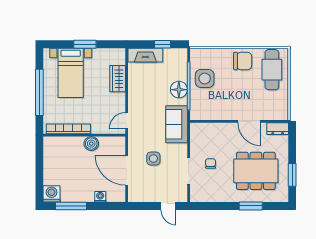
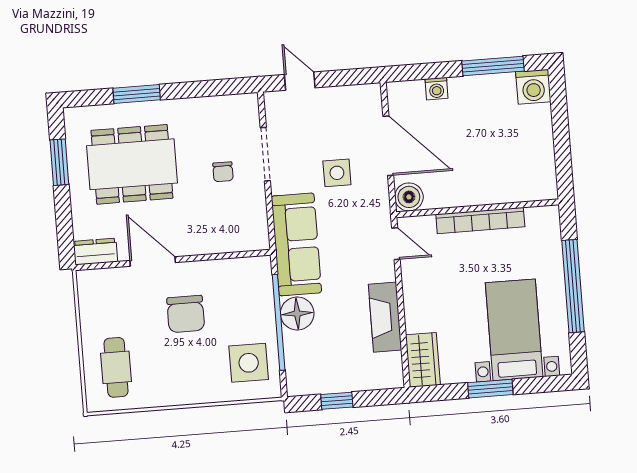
fireplace: (145, 55) -> (385, 317), moved, turned -90
chair: (243, 61) -> (186, 314), moved, turned -90
cafe table: (272, 70) -> (116, 367), width x0.73, depth x0.74
side table: (205, 78) -> (249, 363), moved
wardrobe: (118, 79) -> (423, 360), moved
door: (127, 121) -> (396, 244), hinge flipped
sofa: (177, 124) -> (296, 244), width x1.36
bookcase: (68, 129) -> (480, 221), moved
boiler: (91, 144) -> (409, 197), moved

